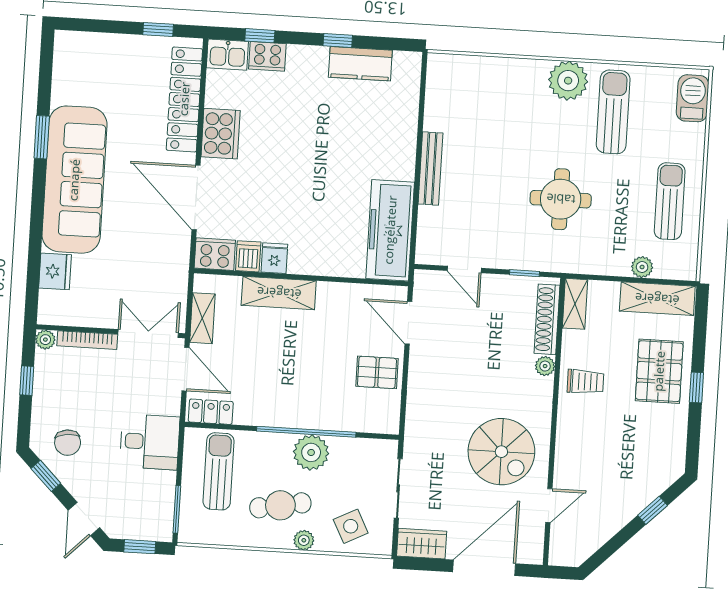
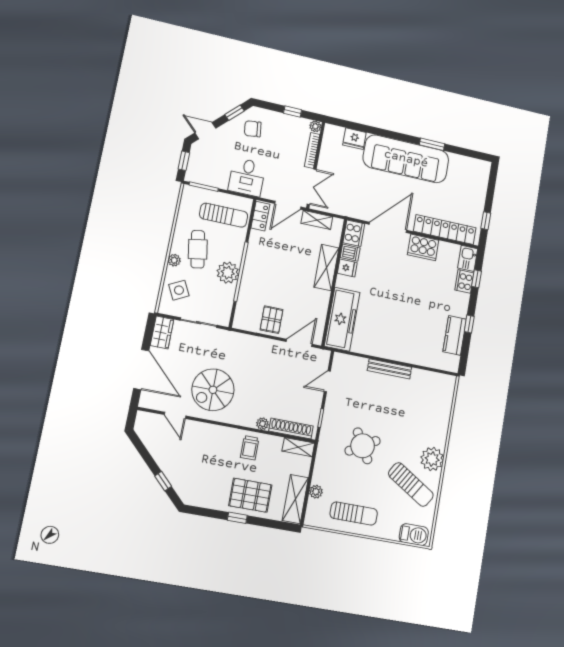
sun lounger: (613, 112) -> (411, 484), turned 32
round table: (561, 199) -> (363, 446), turned -30
freezer: (390, 230) -> (342, 319), moved, turned 90

